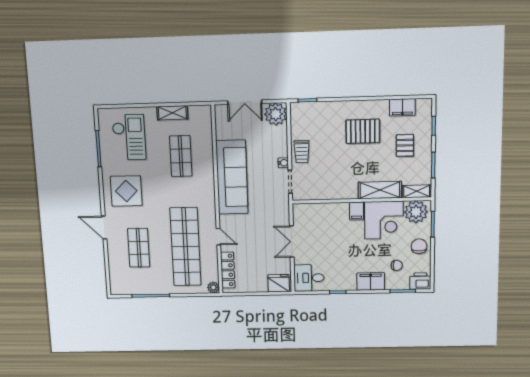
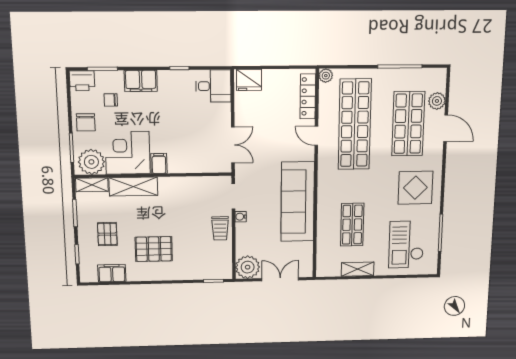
trolley: (302, 152) -> (220, 228), turned 180
door: (104, 228) -> (446, 128), moved
double door: (292, 242) -> (233, 145), moved
shop shelf: (139, 248) -> (408, 124), width x1.43, depth x1.36
plant: (116, 267) -> (437, 101), added

